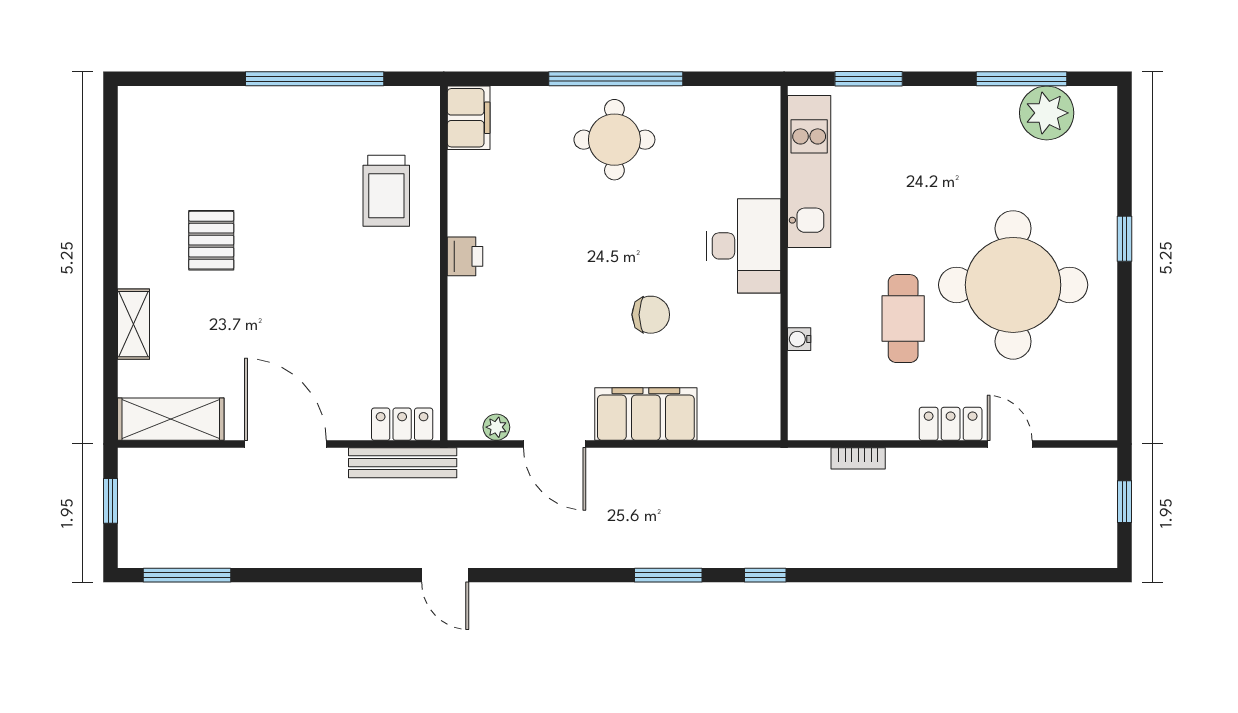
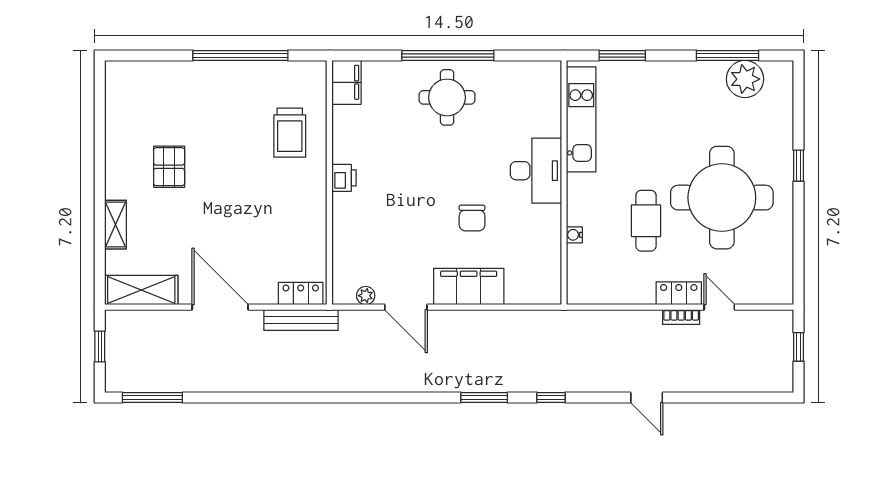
chair: (651, 315) -> (472, 218), turned 90
bookcase: (858, 458) -> (681, 317), moved
door: (445, 575) -> (647, 398), moved

